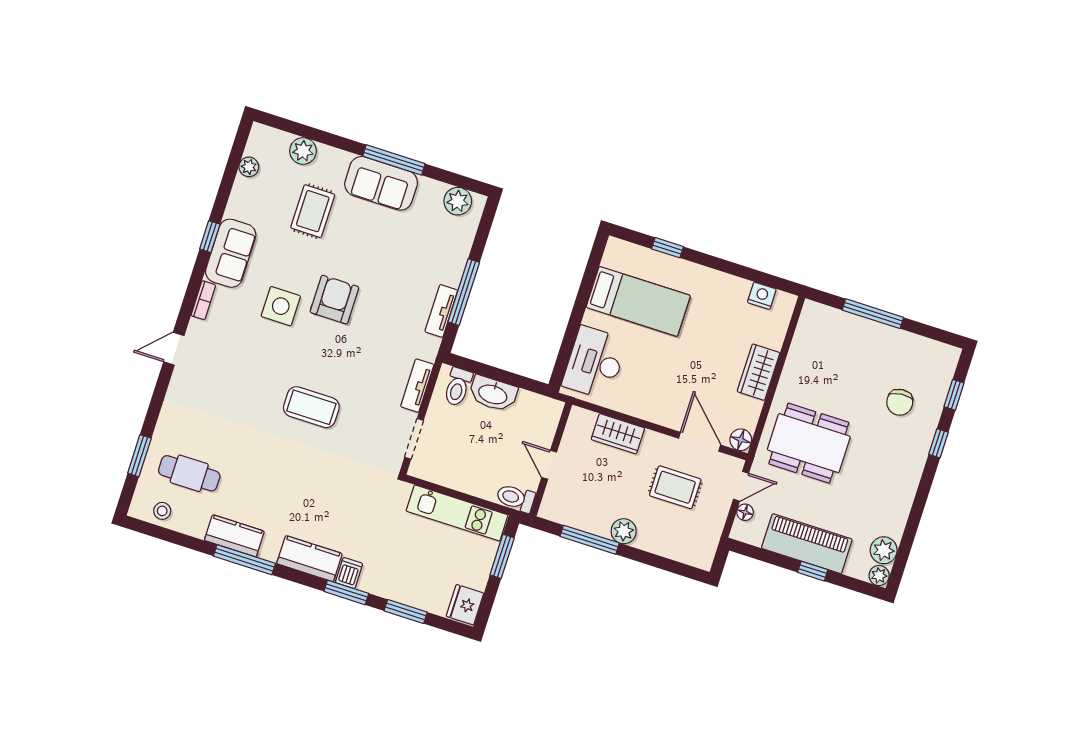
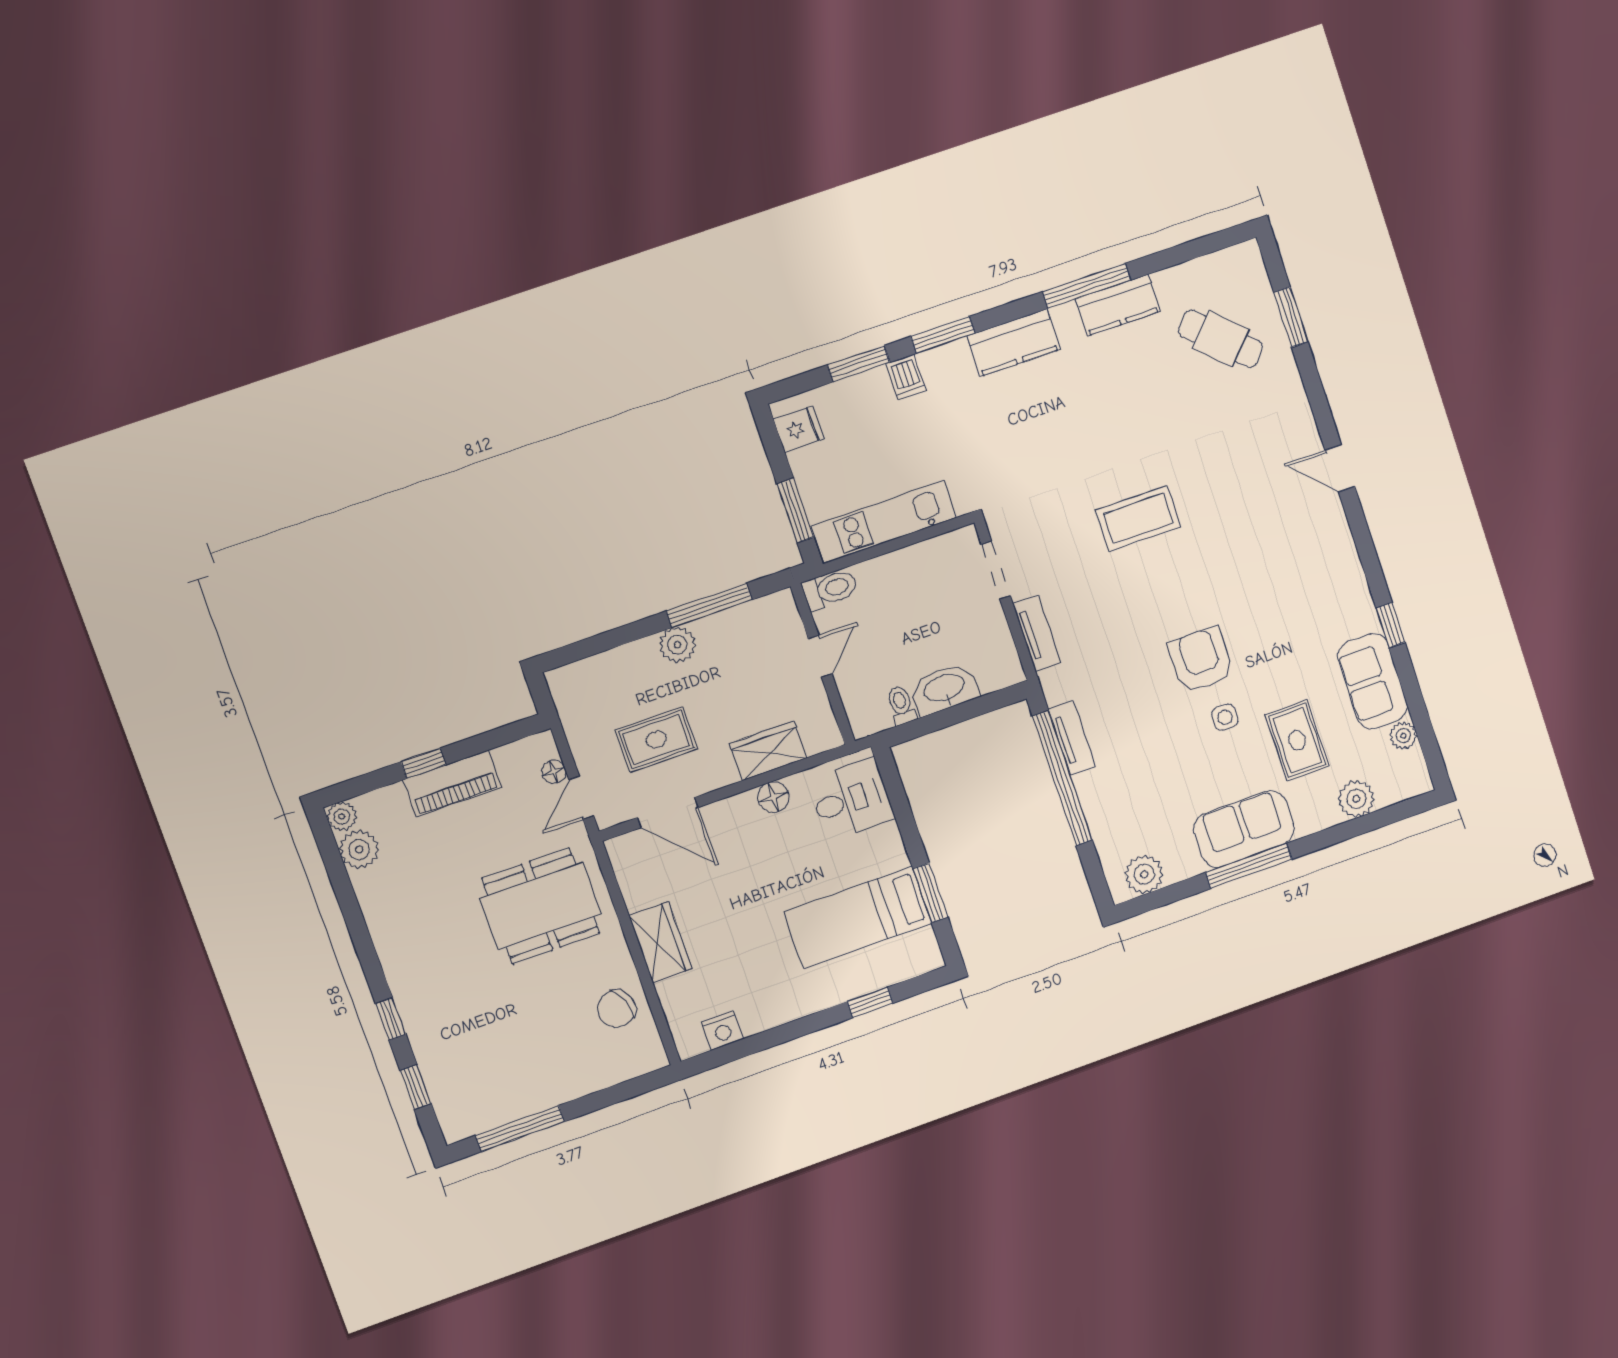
sofa: (231, 253) -> (1373, 681), moved
window: (587, 284) -> (930, 893), added
window: (464, 292) -> (1062, 778), width x1.46
bookcase: (203, 300) -> (1346, 548), removed
armchair: (334, 300) -> (1201, 660), turned 180
side table: (281, 306) -> (1225, 717), moved, width x0.54, depth x0.54
window: (873, 314) -> (520, 1129), moved
door: (174, 349) -> (1340, 468), swing flipped
desk: (595, 363) -> (851, 799), width x0.73
toilet: (458, 387) -> (901, 705), moved, width x0.73, depth x0.72
chair: (900, 402) -> (617, 1009), moved, turned -106
floor lamp: (741, 440) -> (773, 797), moved
door: (549, 465) -> (820, 656), hinge flipped
cafe table: (189, 473) -> (1221, 339), turned 43
stool: (162, 511) -> (1220, 273), removed
piano: (807, 544) -> (452, 784), width x0.73, depth x0.75
dishwasher: (349, 573) -> (906, 377), moved
fridge: (465, 605) -> (799, 429), width x0.72

